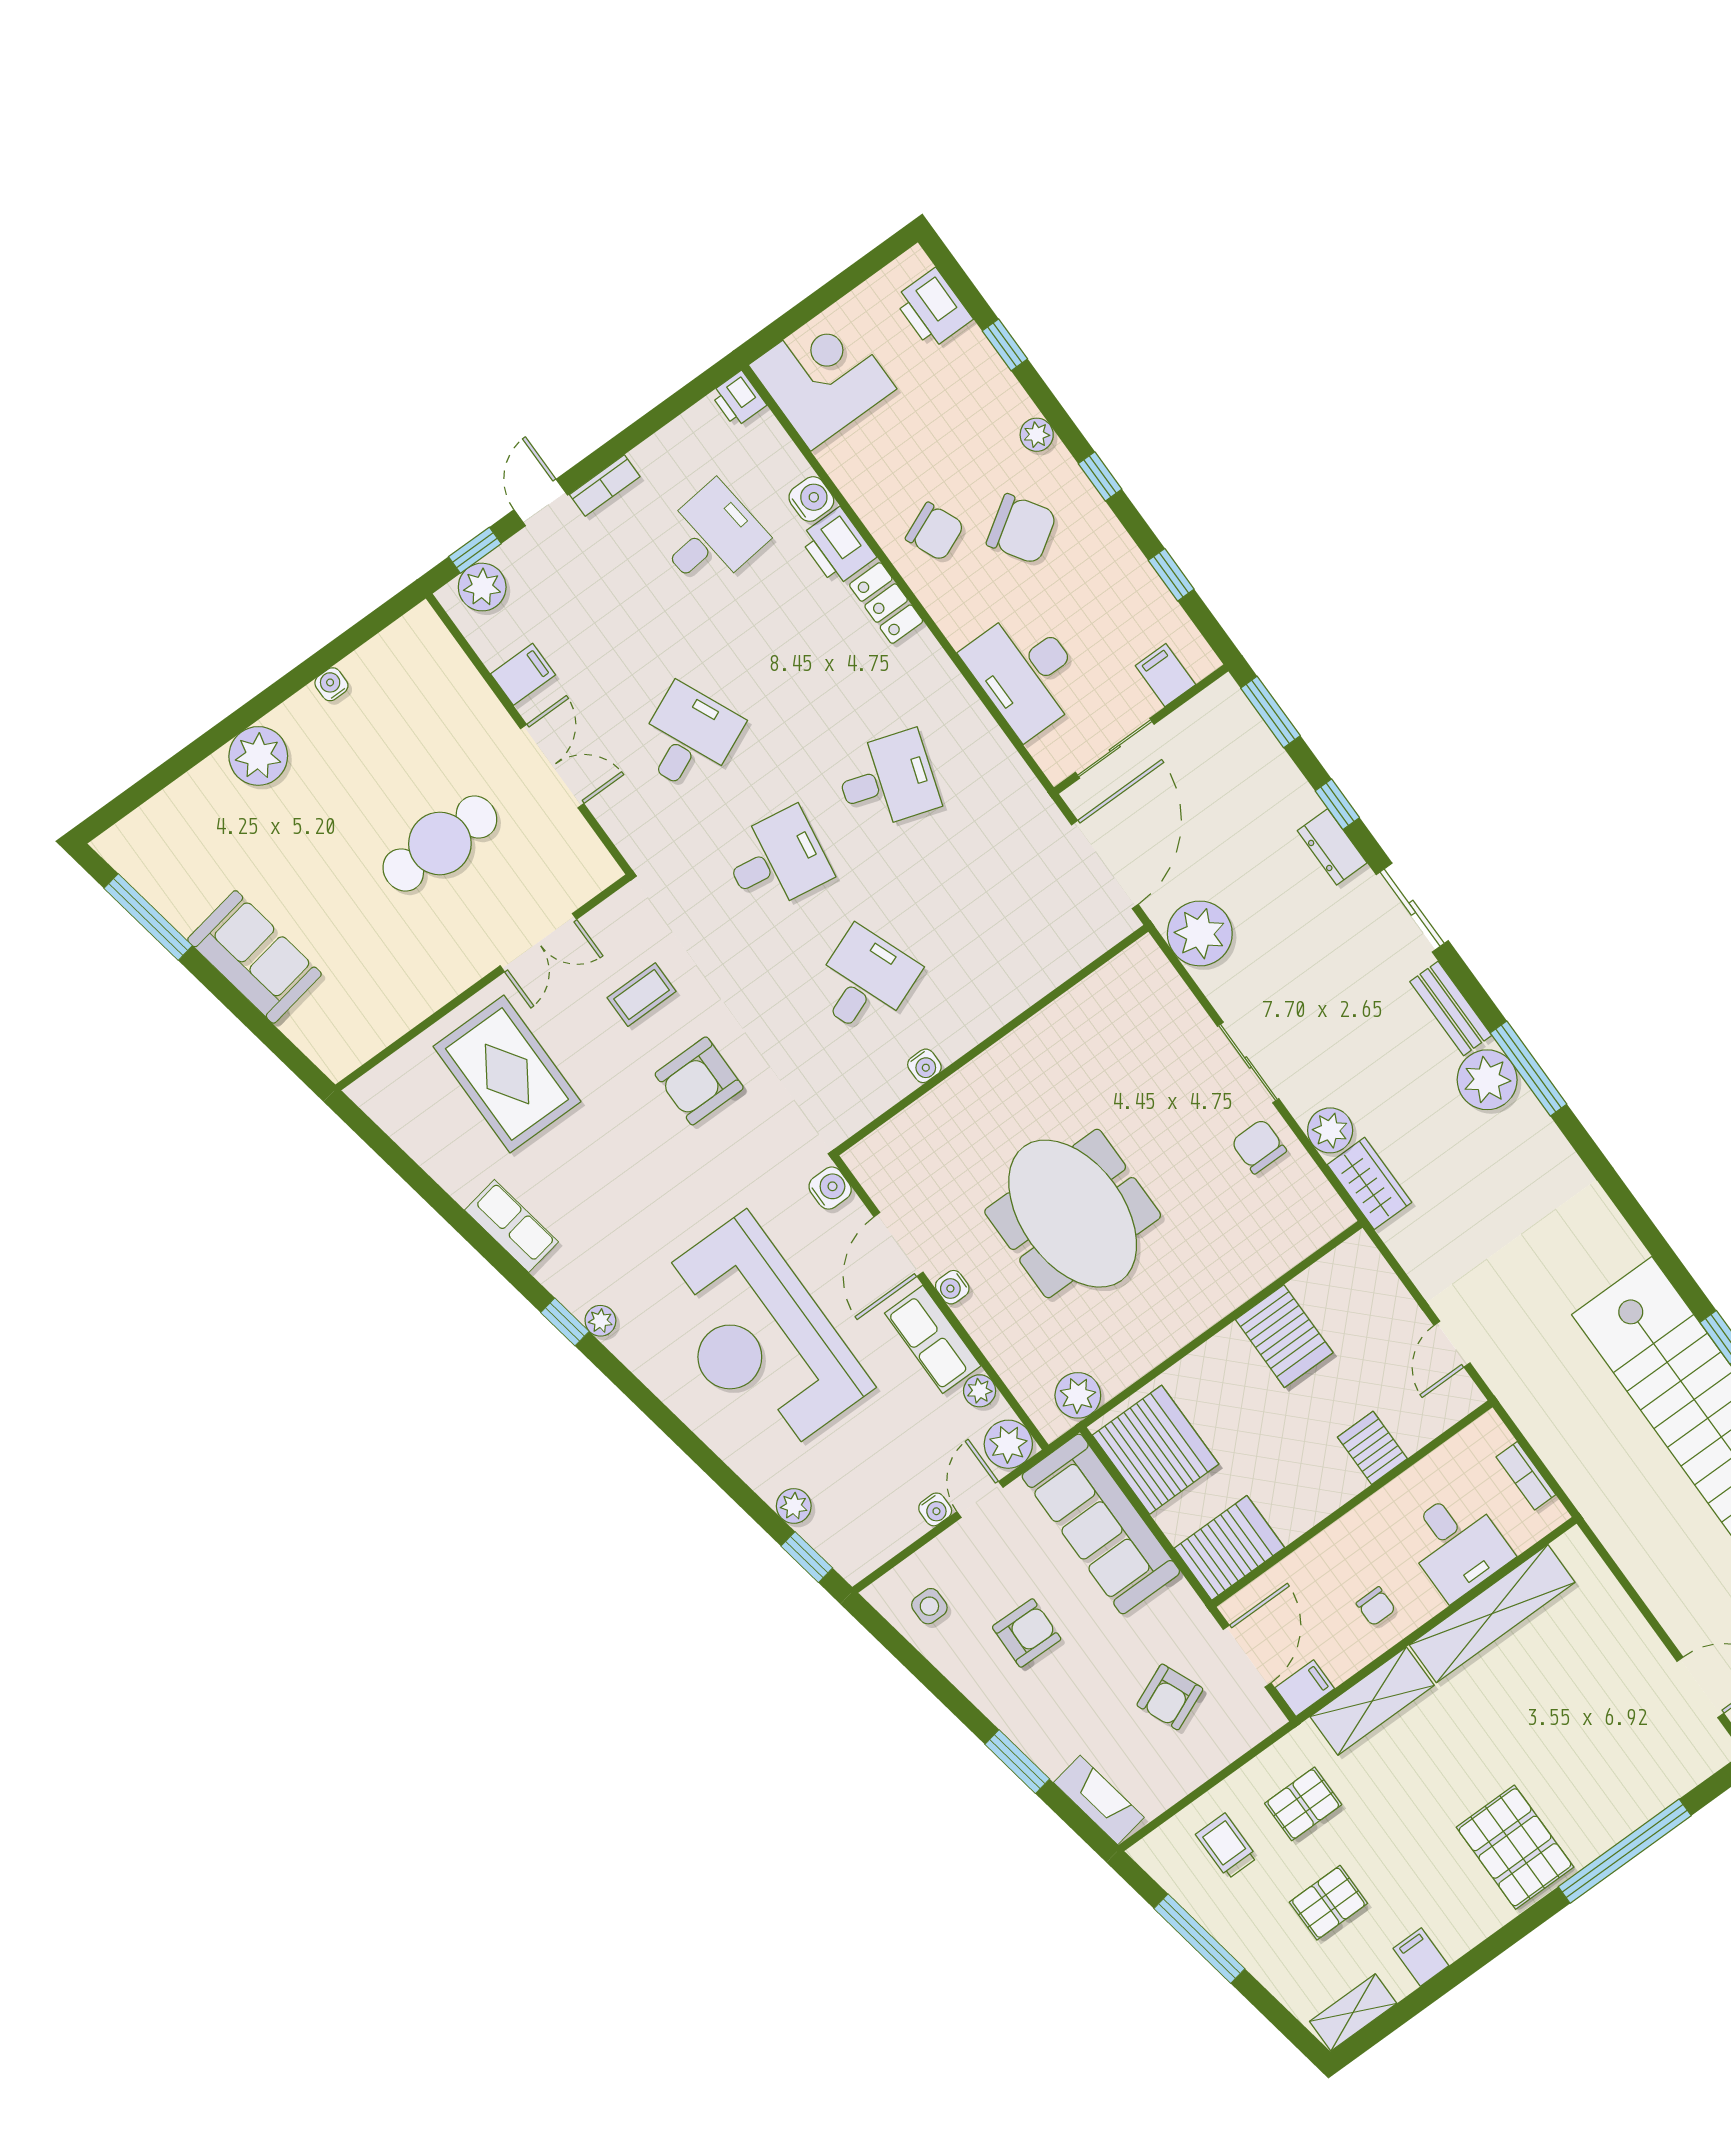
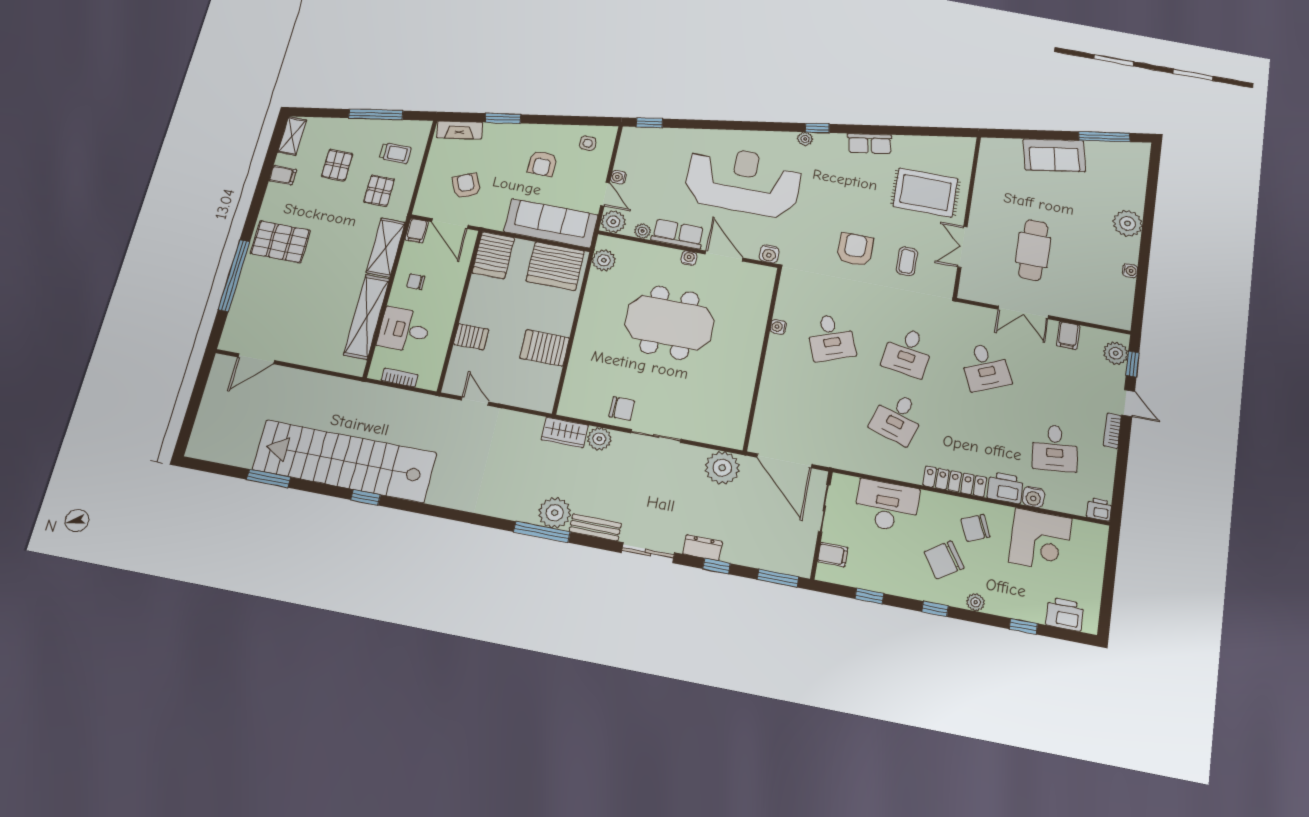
corner desk: (823, 377) -> (1040, 540), moved
locker: (886, 603) -> (955, 481), width x1.53
plant: (794, 1506) -> (672, 136), removed

